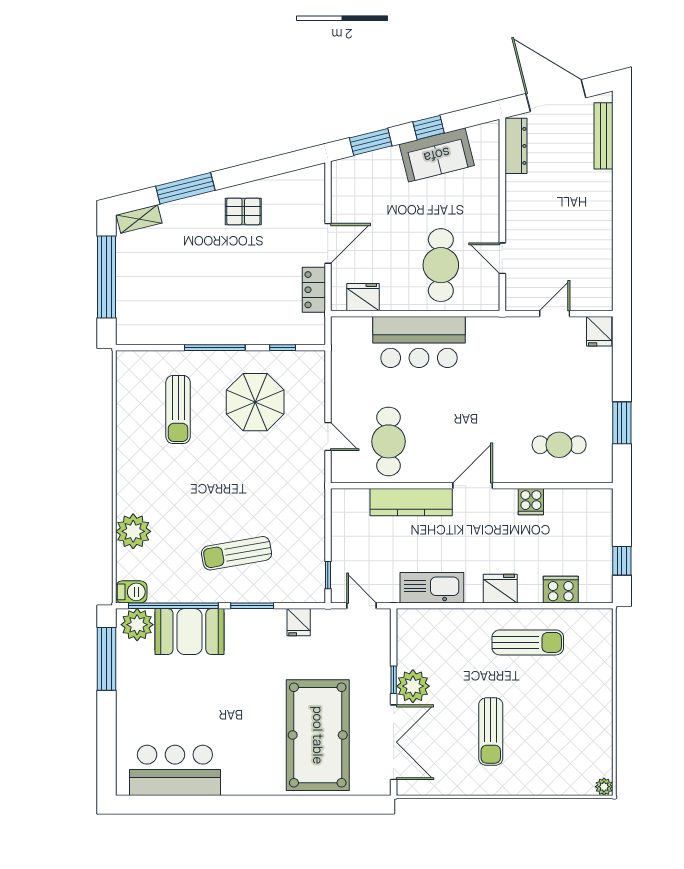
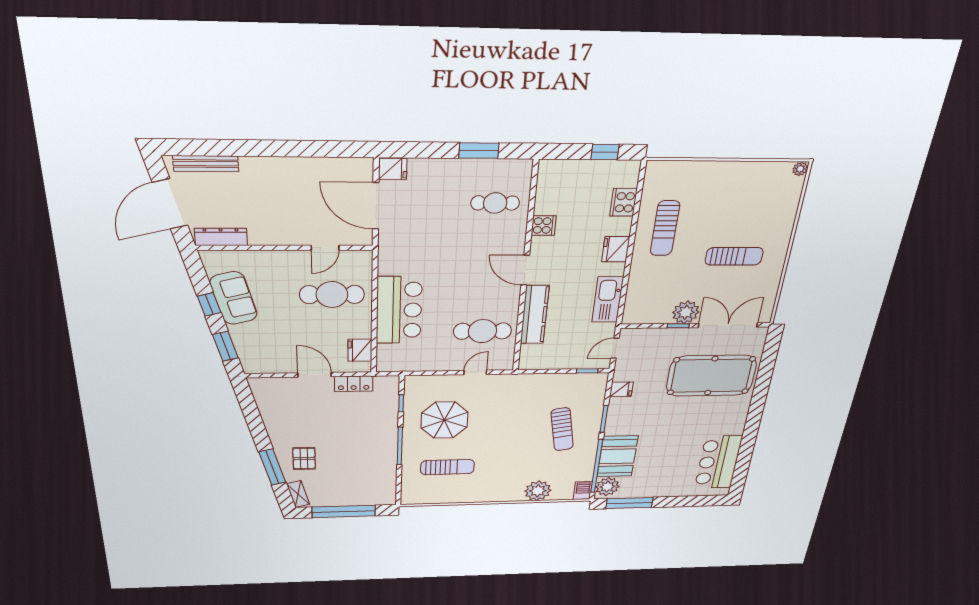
pallet: (243, 211) -> (304, 459), moved
door: (555, 314) -> (376, 206), width x1.88
cafe table: (559, 445) -> (495, 203), turned 90
sun lounger: (528, 642) -> (665, 228), turned 180

